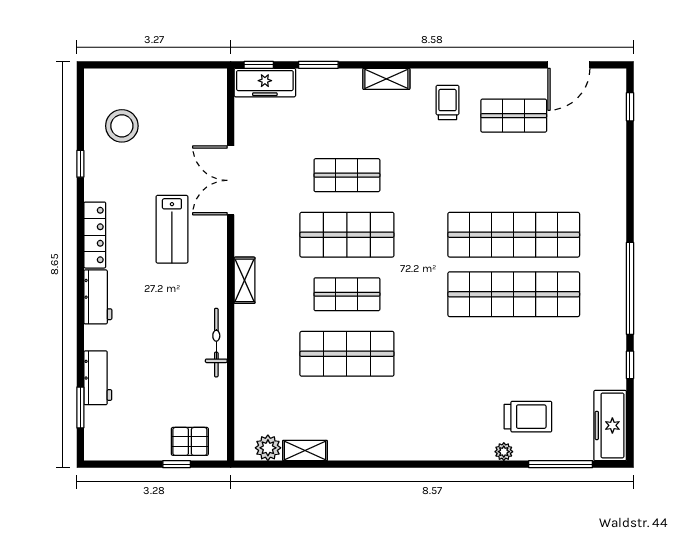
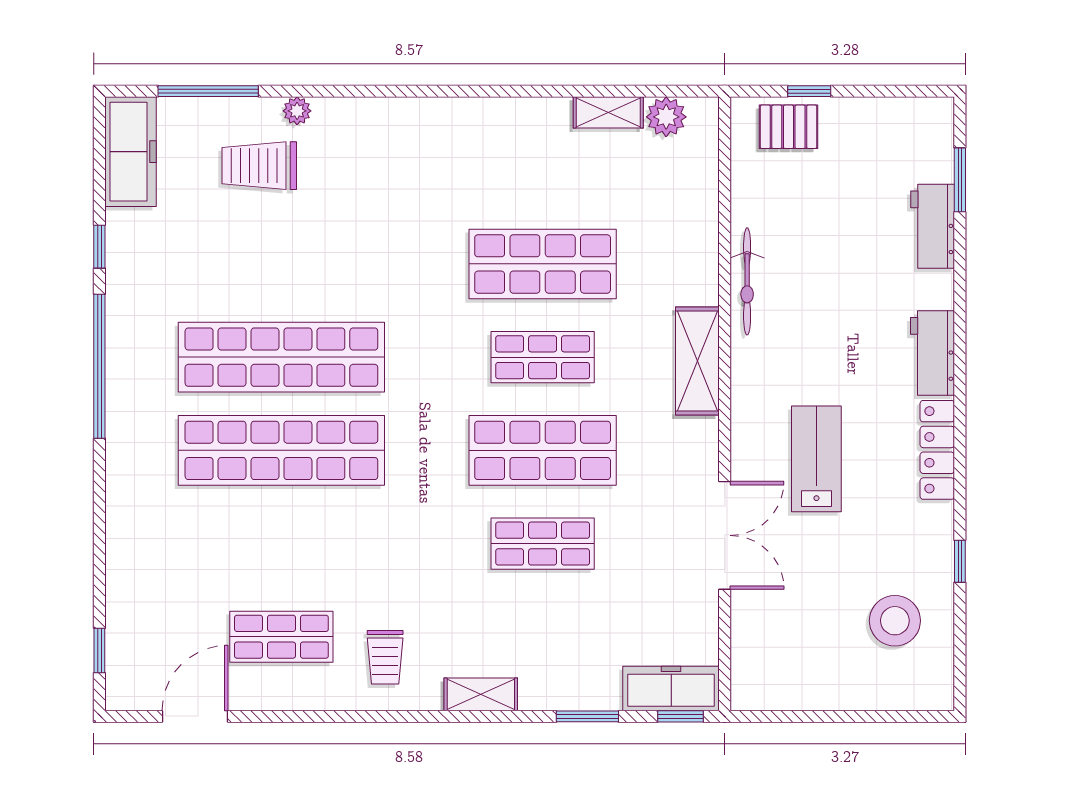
shelving: (245, 280) -> (697, 361), width x1.50, depth x1.33

